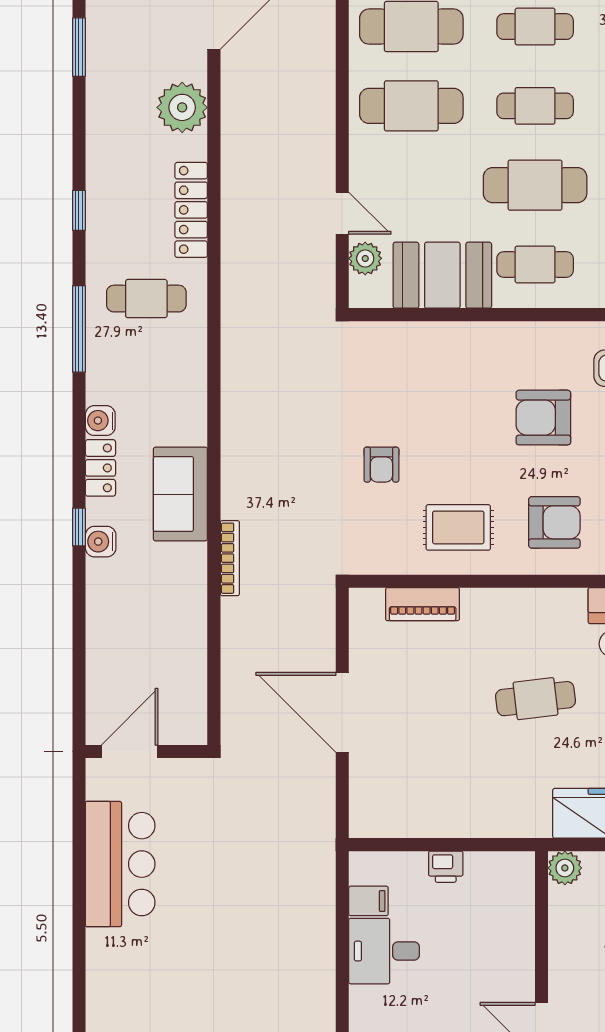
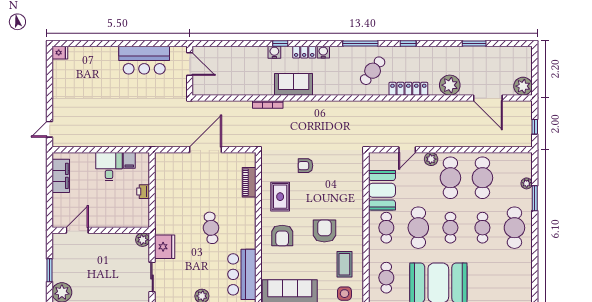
plant: (365, 258) -> (431, 159), moved
cafe table: (146, 299) -> (373, 71), turned 38

